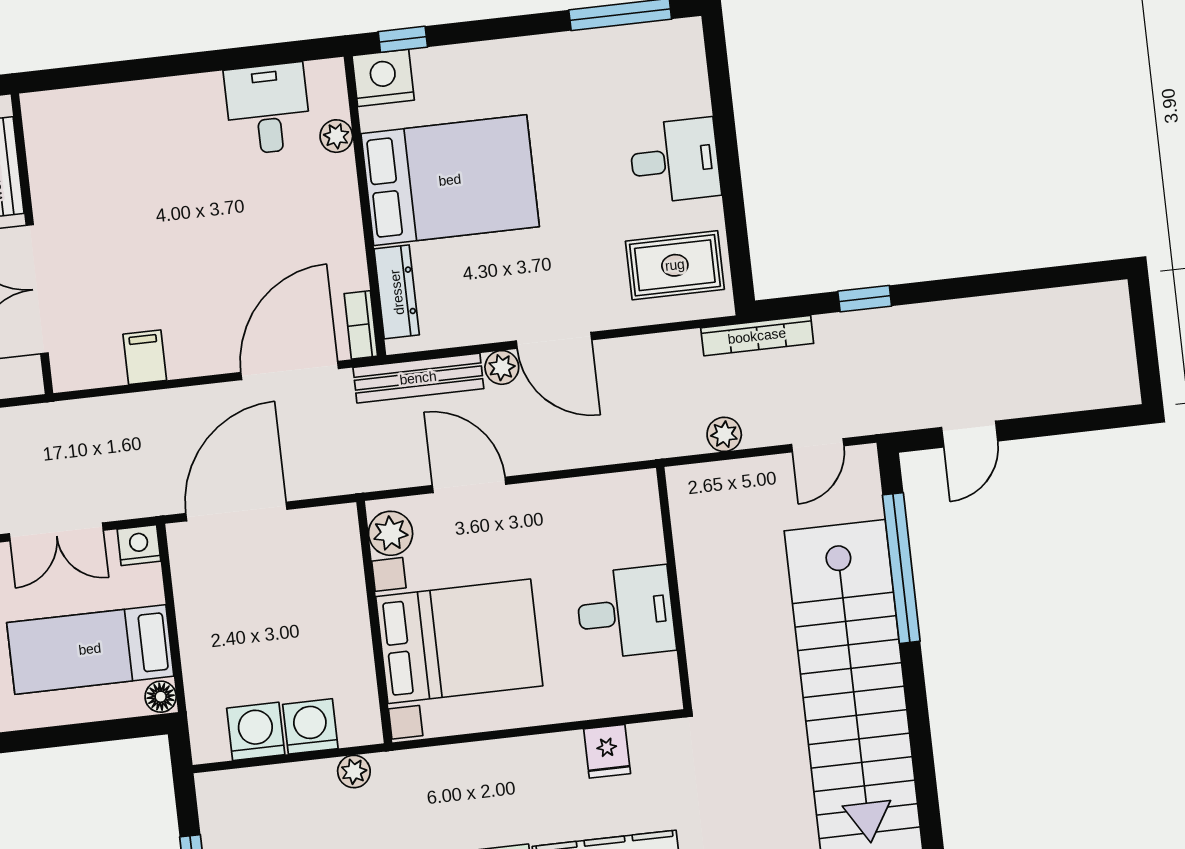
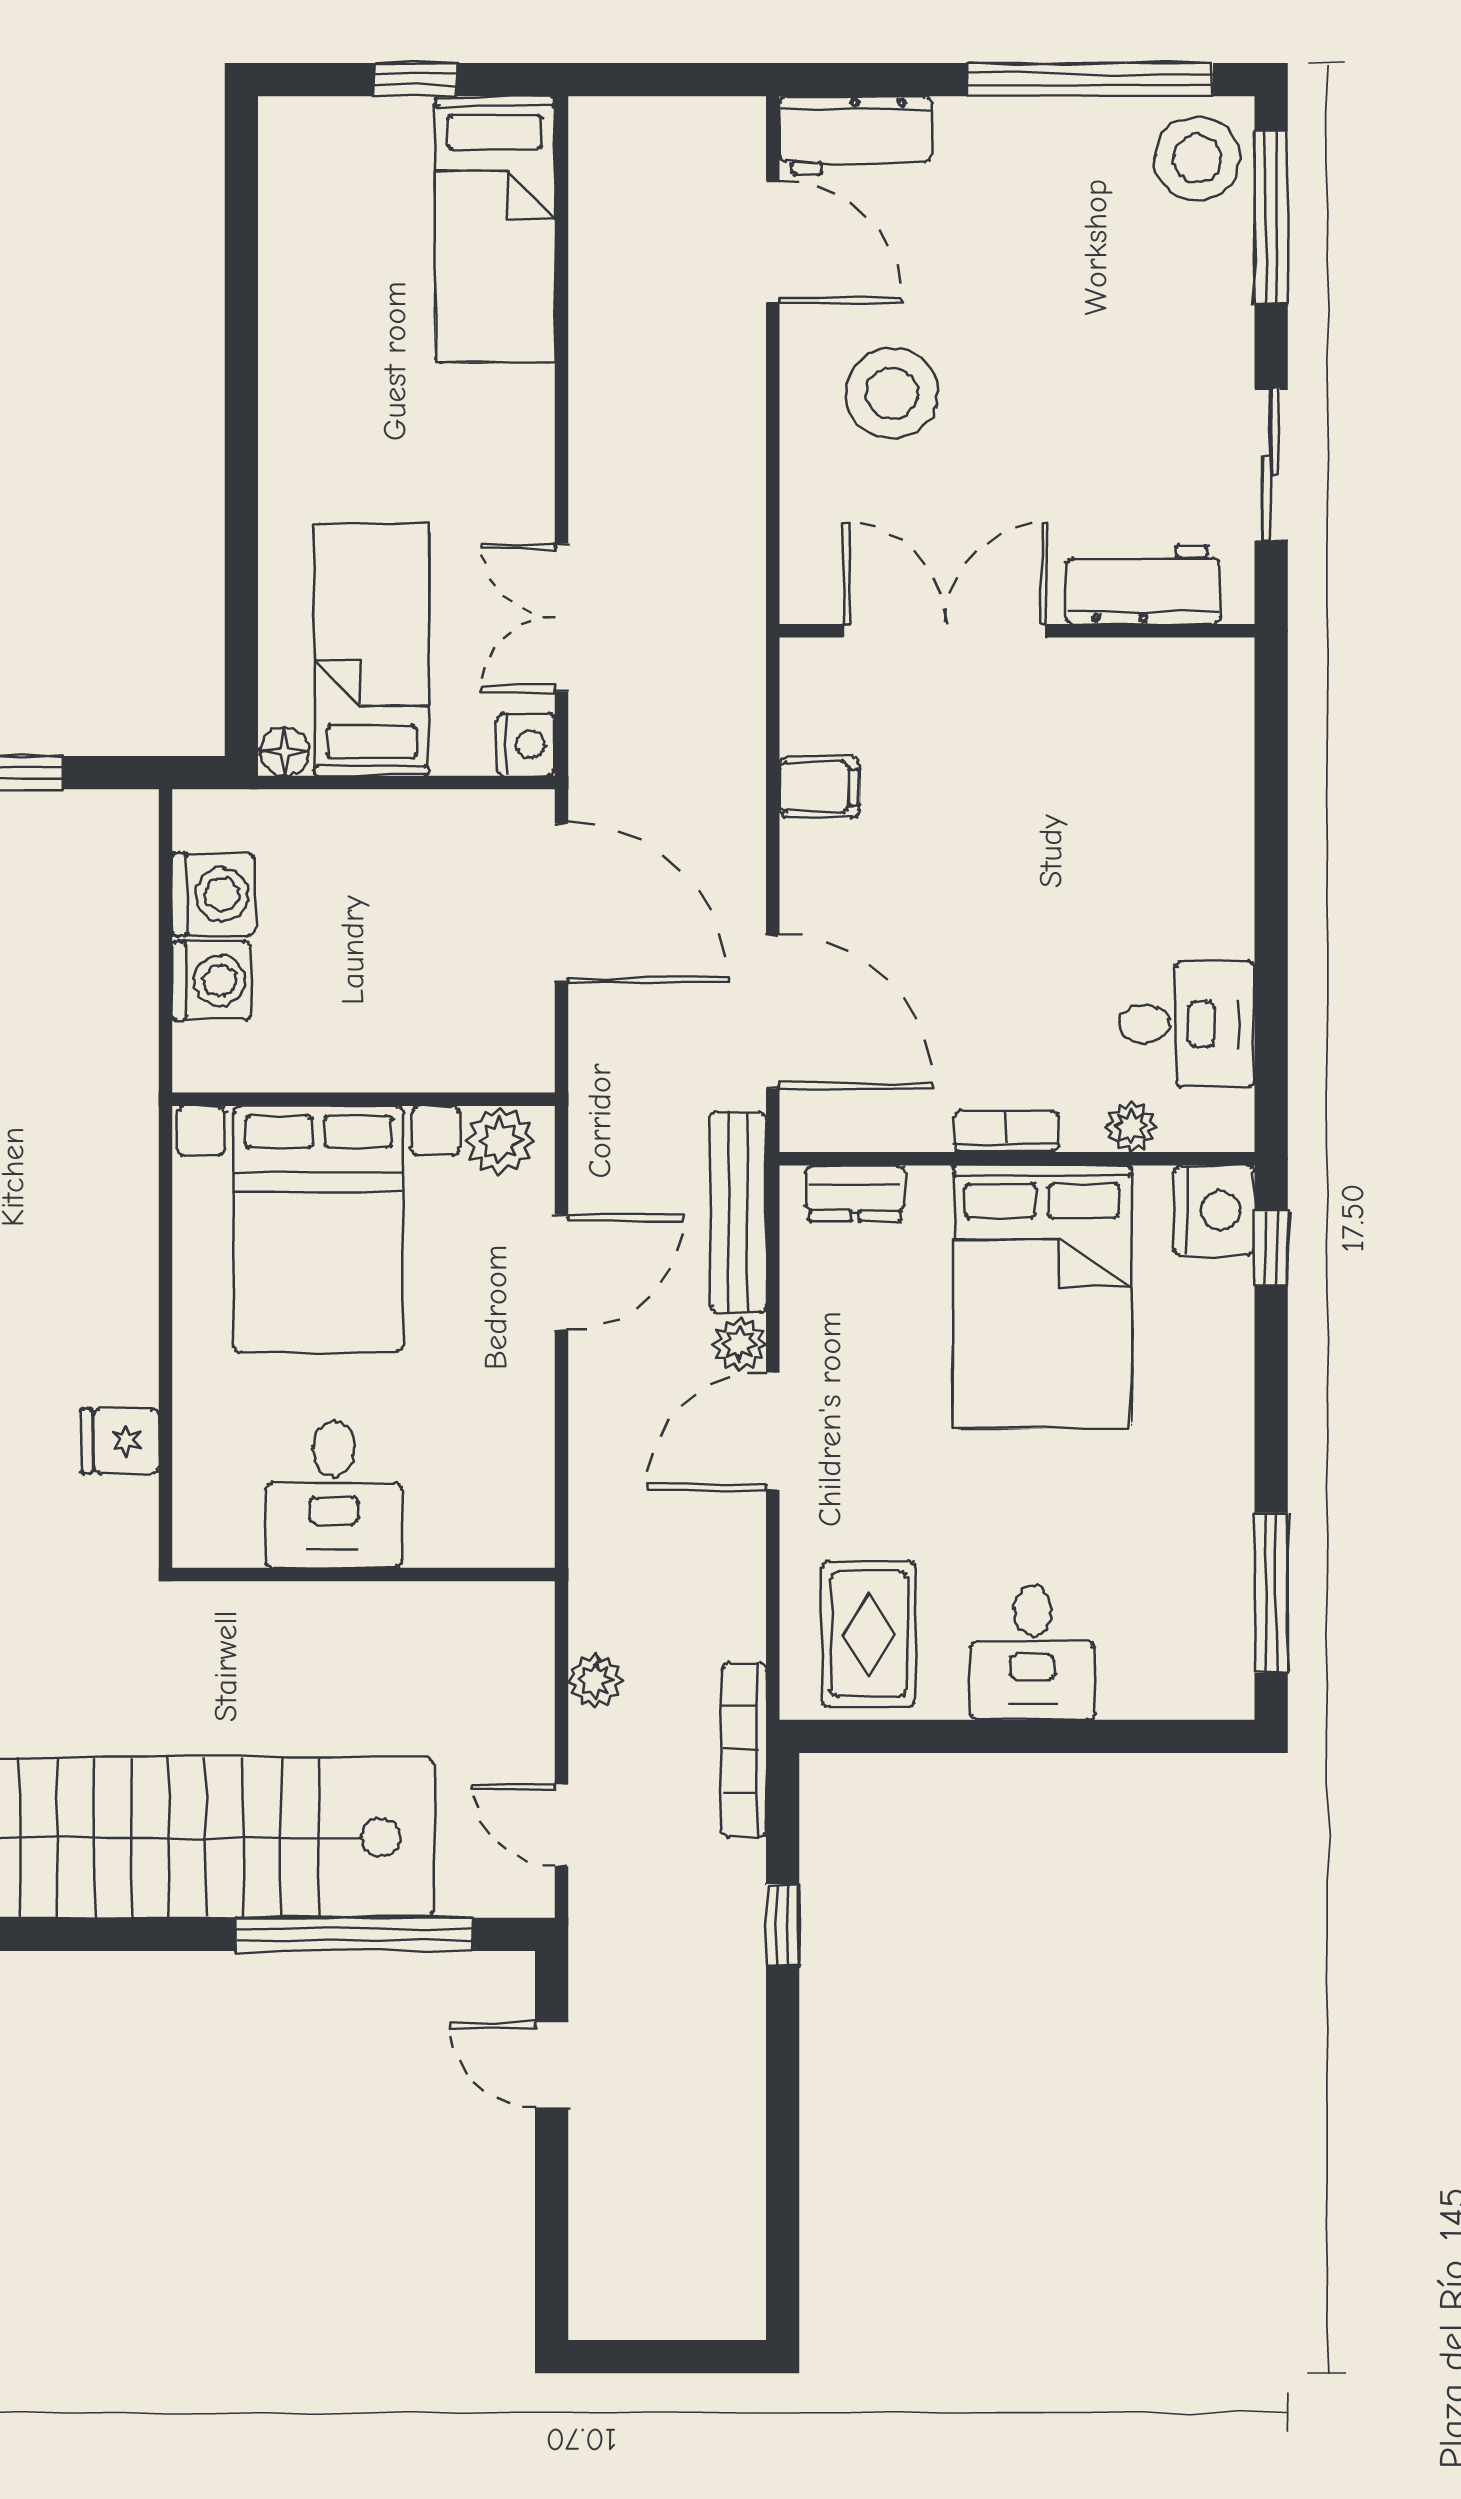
dresser: (397, 292) -> (855, 1193), width x0.70
bookcase: (361, 325) -> (1006, 1131), moved
plant: (354, 771) -> (133, 1041), removed

